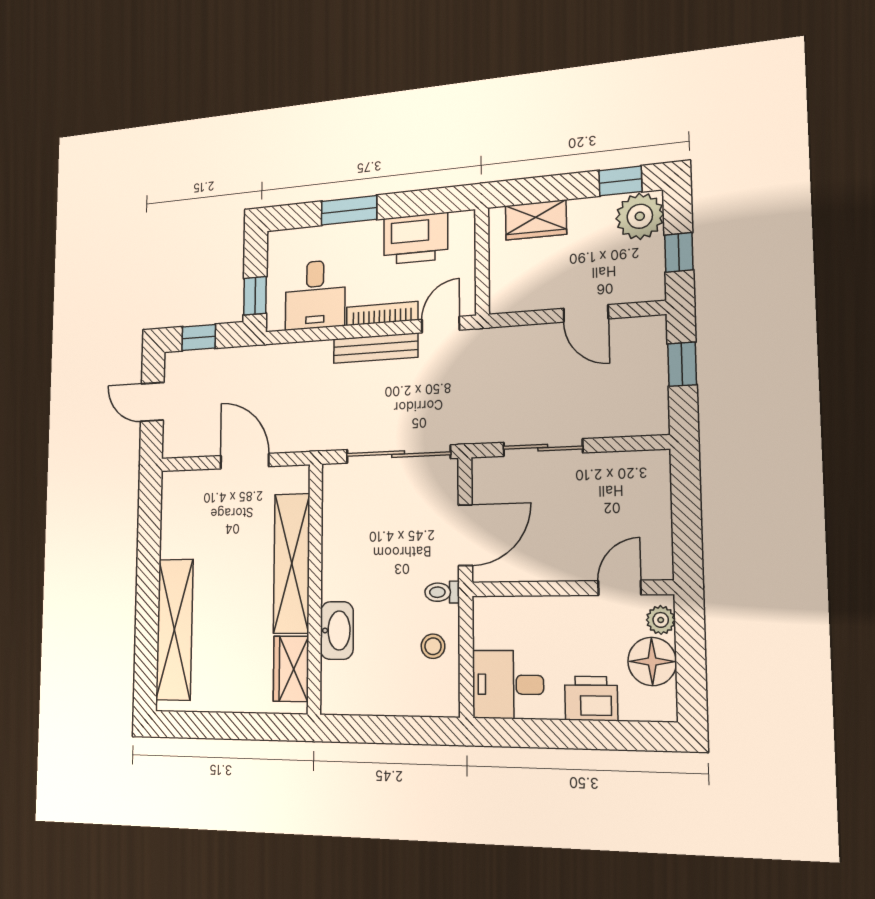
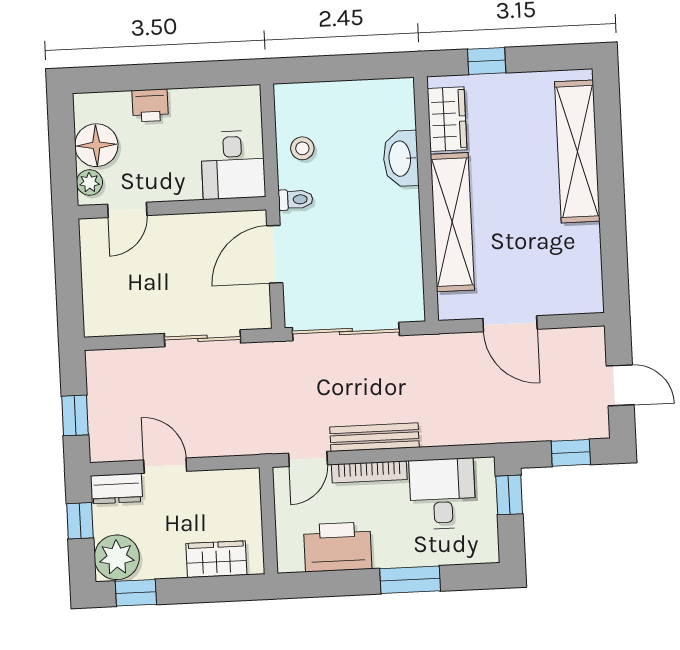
dresser: (638, 288) -> (116, 489), added
desk: (508, 685) -> (233, 165), moved, turned 90
printer: (591, 698) -> (150, 105), width x0.73, depth x0.81
window: (251, 726) -> (487, 61), added

